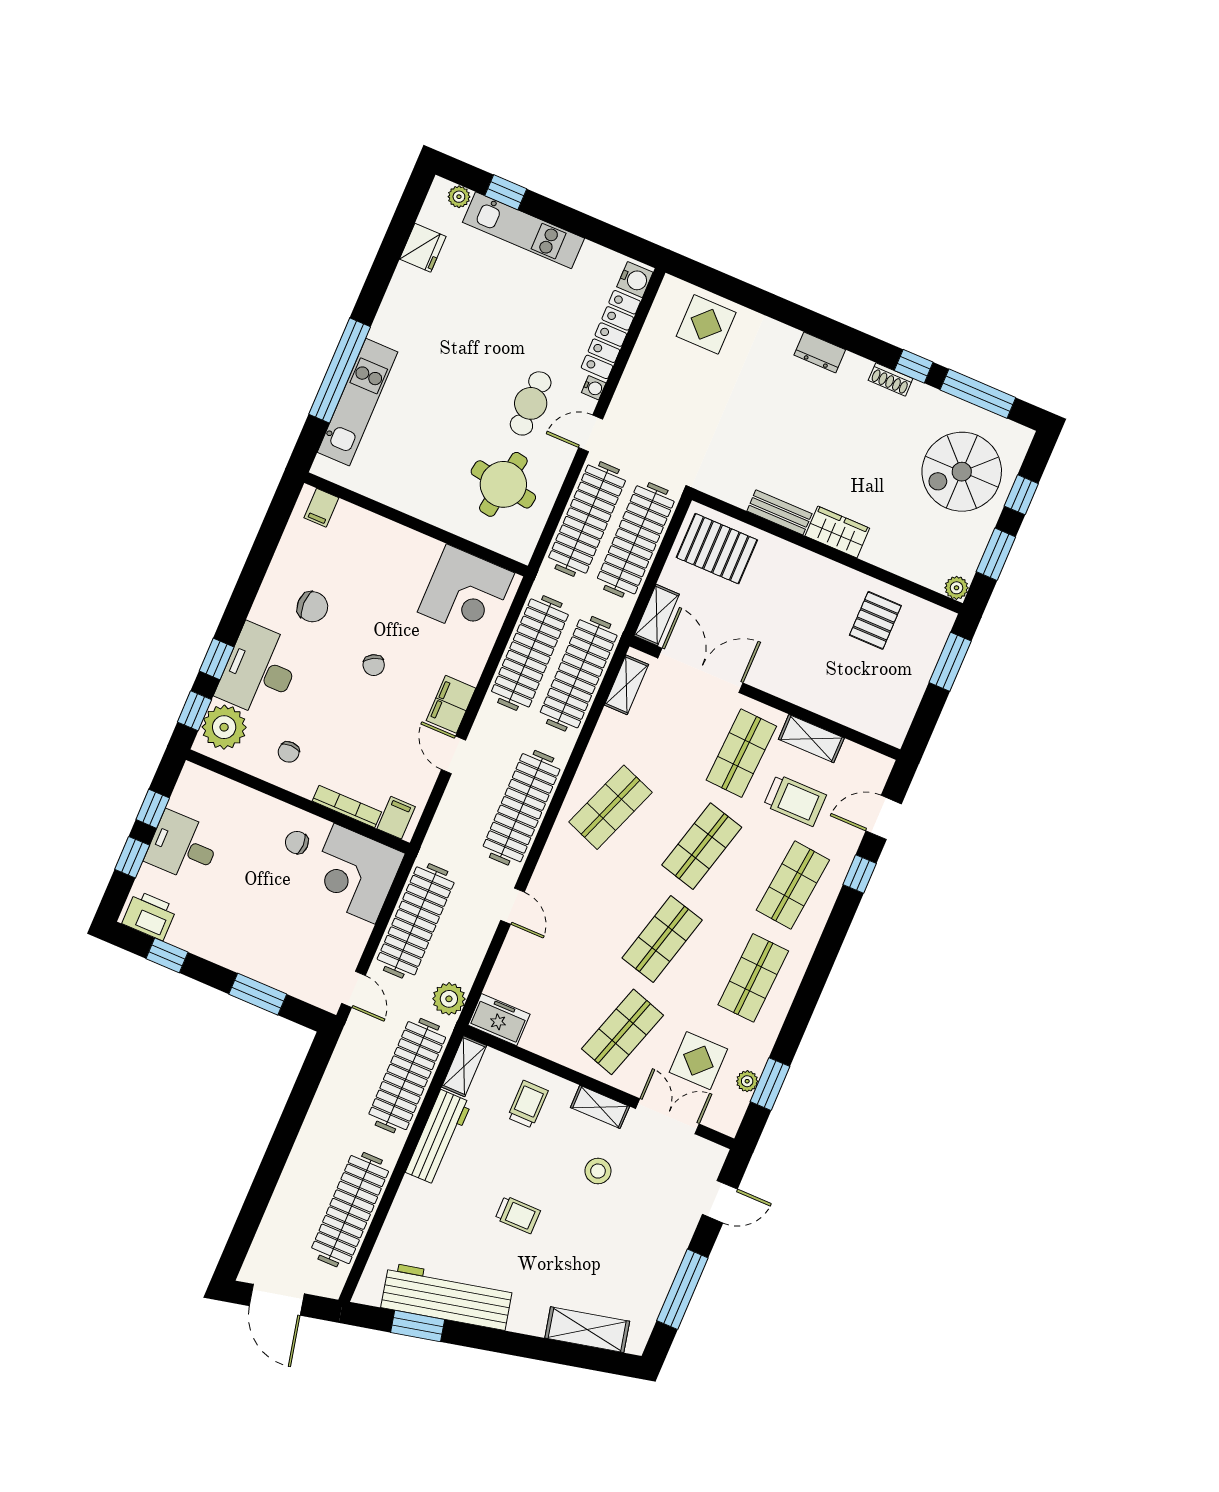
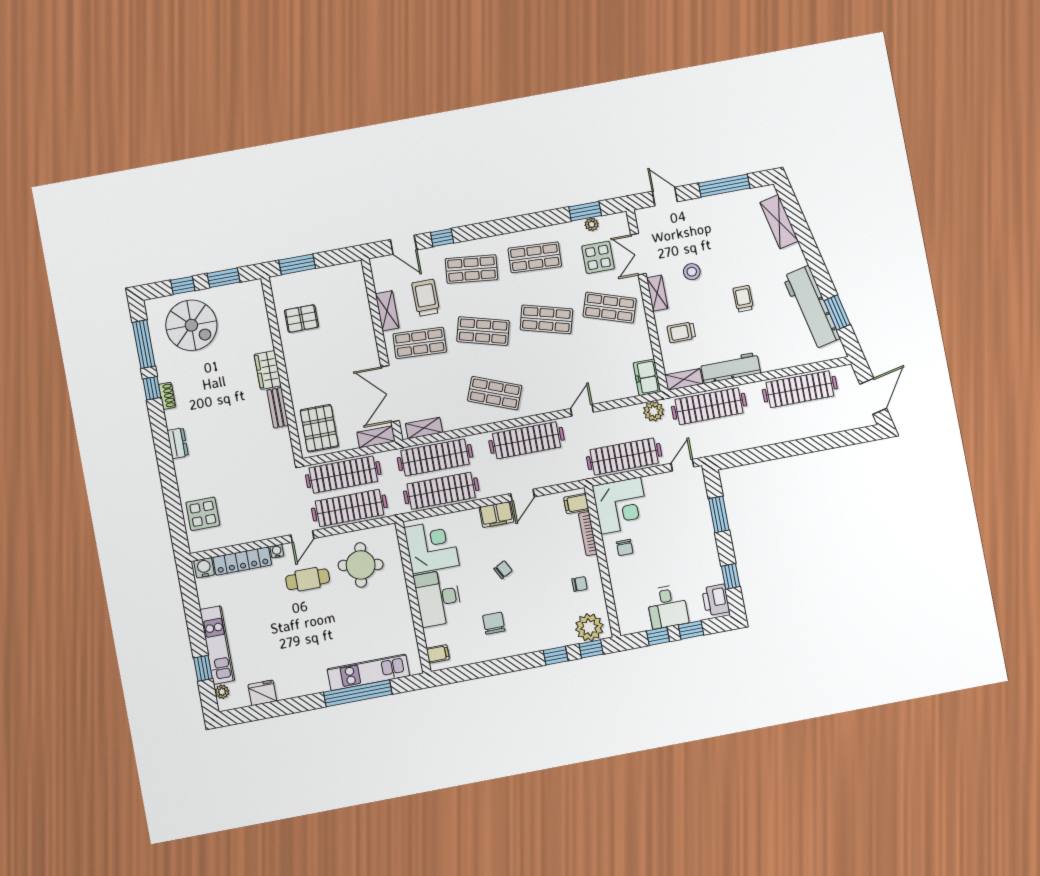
door: (591, 433) -> (302, 537), hinge flipped
plant: (957, 588) -> (255, 287), removed
desk: (259, 671) -> (438, 598), moved, turned 90

